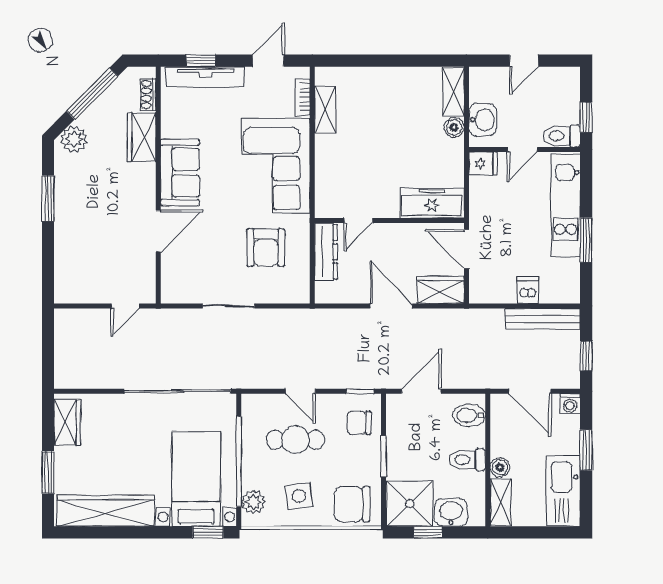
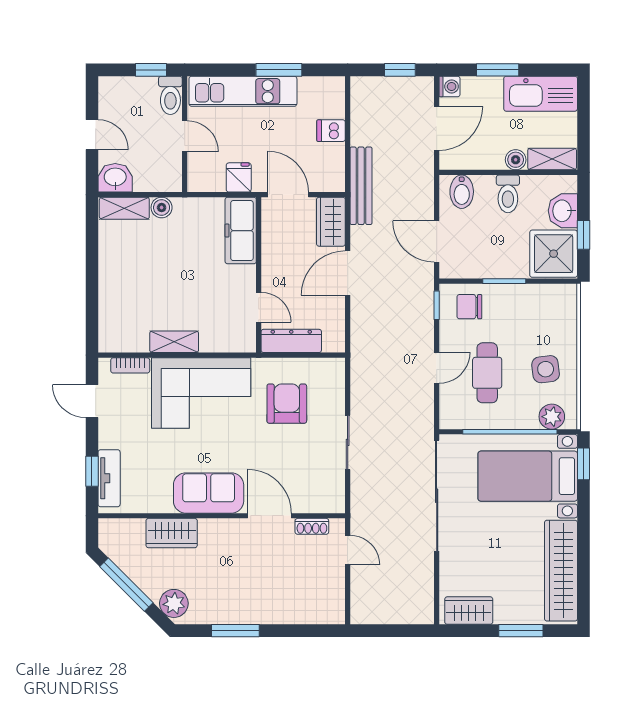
tv unit: (205, 77) -> (109, 478), width x0.71
shoe rack: (148, 95) -> (312, 526), moved
shelving: (325, 110) -> (174, 342), moved
washbasin: (483, 120) -> (115, 178), moved
fridge: (483, 164) -> (239, 177), moved
armchair: (266, 248) -> (287, 404), turned -90
door: (466, 249) -> (288, 195), swing flipped
bench: (543, 319) -> (361, 186), moved
chair: (359, 423) -> (469, 307), turned 90
chair: (352, 504) -> (554, 314), removed

